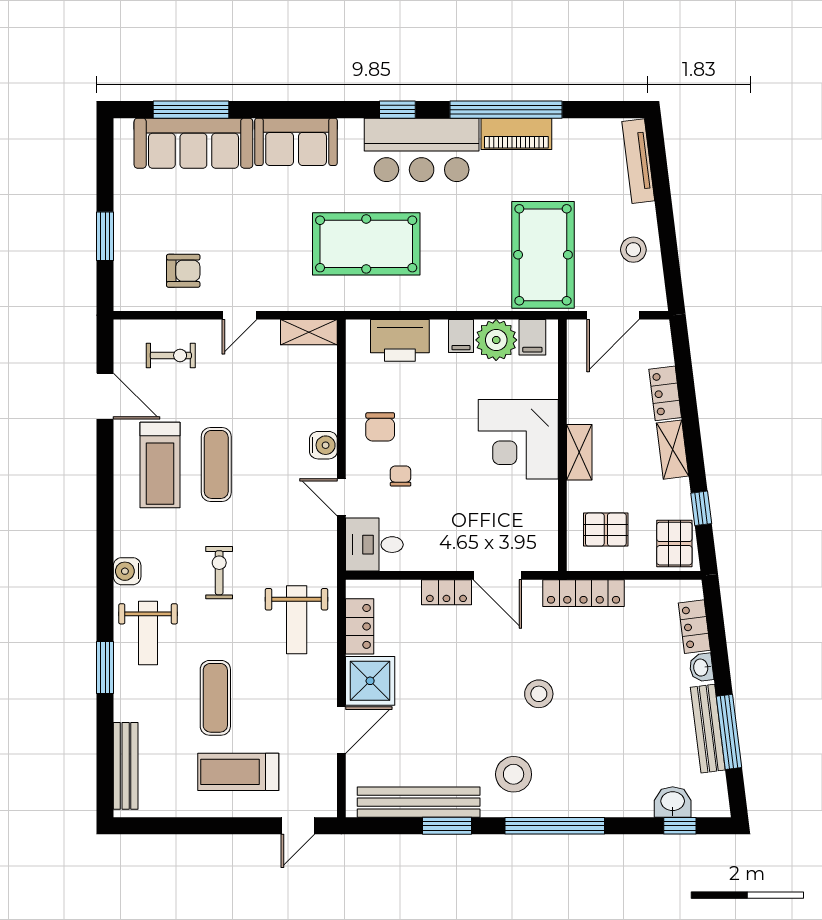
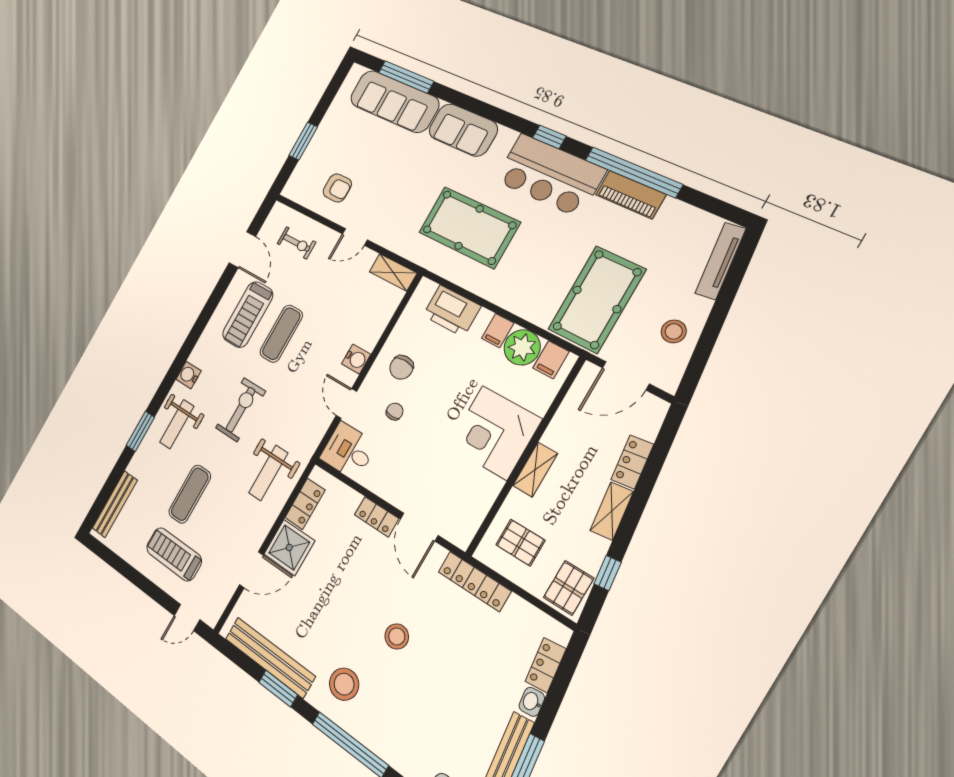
exercise bike: (219, 573) -> (241, 410), width x1.38, depth x1.39

